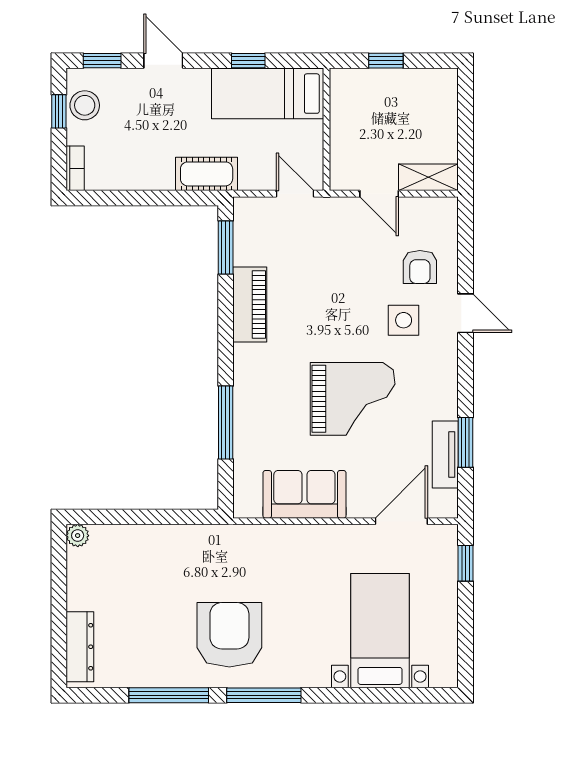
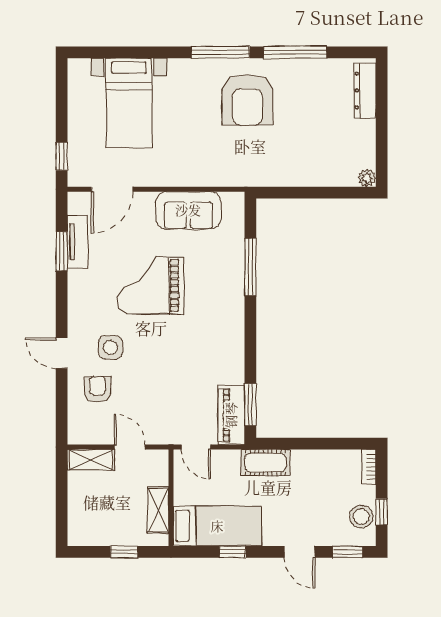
shelving: (343, 114) -> (158, 510), added
piano: (250, 304) -> (231, 415), moved

